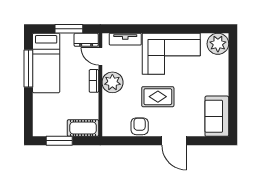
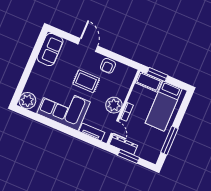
dresser: (86, 40) -> (123, 145), width x1.44
bed: (46, 63) -> (164, 106), moved, turned 180
window: (59, 141) -> (157, 75), moved

